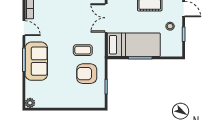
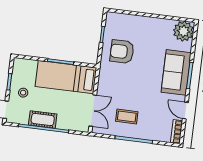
coffee table: (83, 50) -> (127, 117), moved
armchair: (87, 74) -> (122, 52), turned 180
plant: (30, 103) -> (183, 31), width x1.87, depth x1.87

